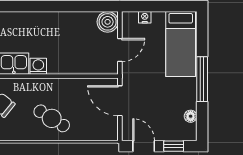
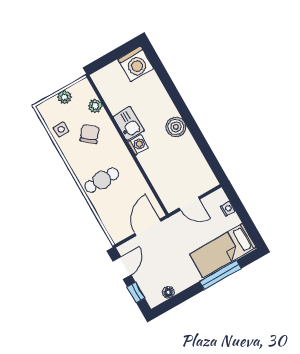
boiler: (108, 22) -> (176, 127), moved
window: (202, 79) -> (220, 275), moved
cafe table: (52, 118) -> (102, 180), turned 58

